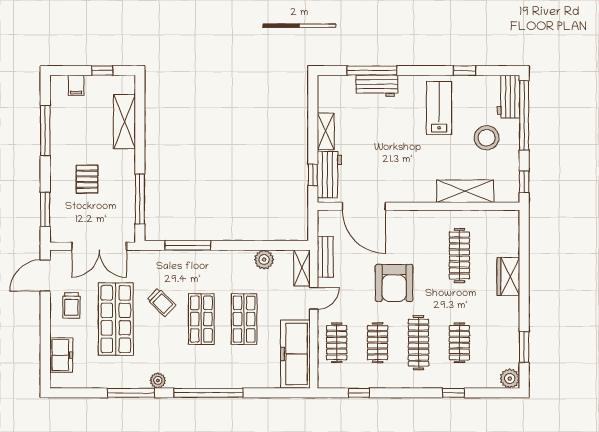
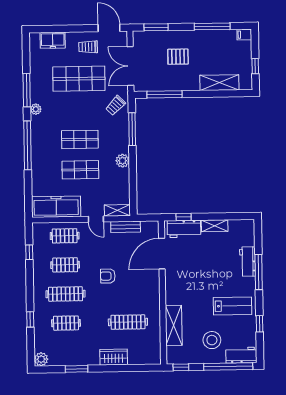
window: (372, 71) -> (259, 272), moved
filing cabinet: (76, 85) -> (244, 35), moved
plant: (264, 260) -> (123, 161), moved
armchair: (394, 283) -> (108, 276), width x0.53, depth x0.53
trolley: (162, 302) -> (116, 106), moved
window: (524, 347) -> (77, 369), moved

